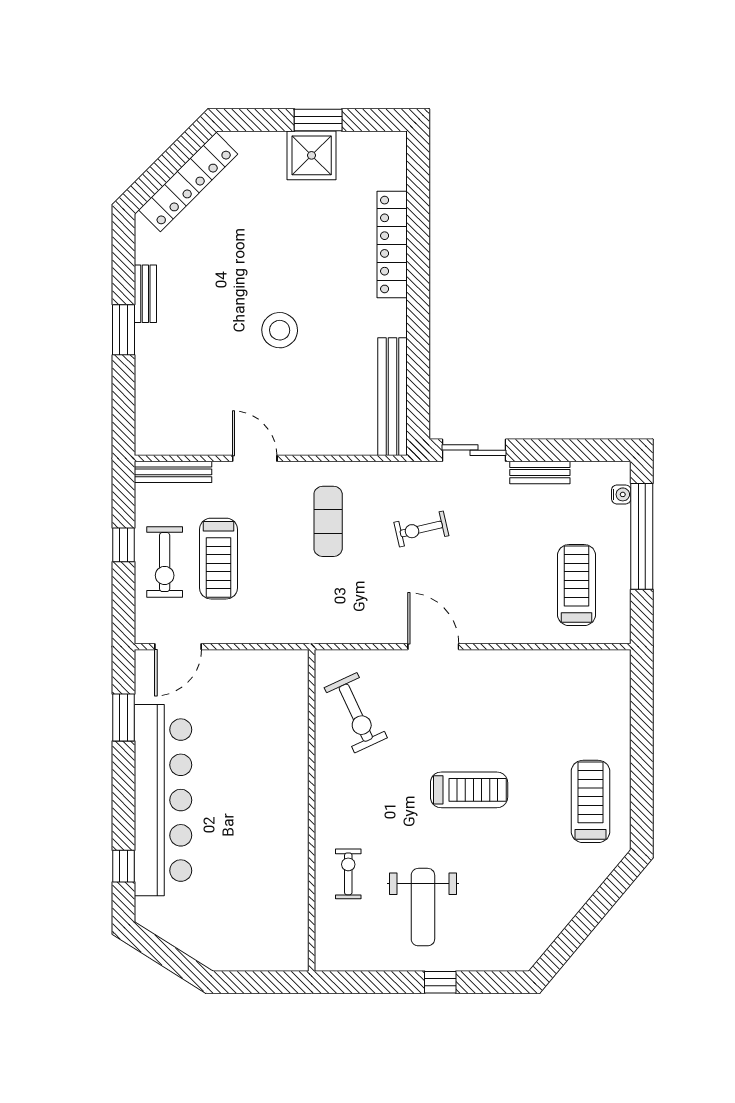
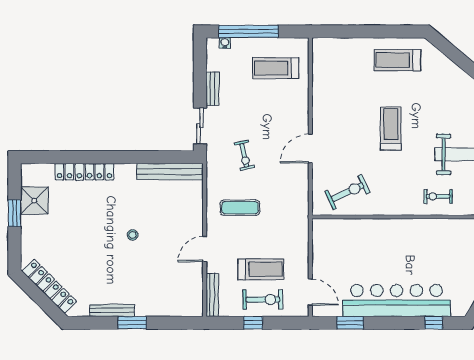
shower: (312, 155) -> (34, 201), moved
bench: (145, 294) -> (112, 310), width x1.36
stool: (280, 330) -> (133, 235), width x0.53, depth x0.53

